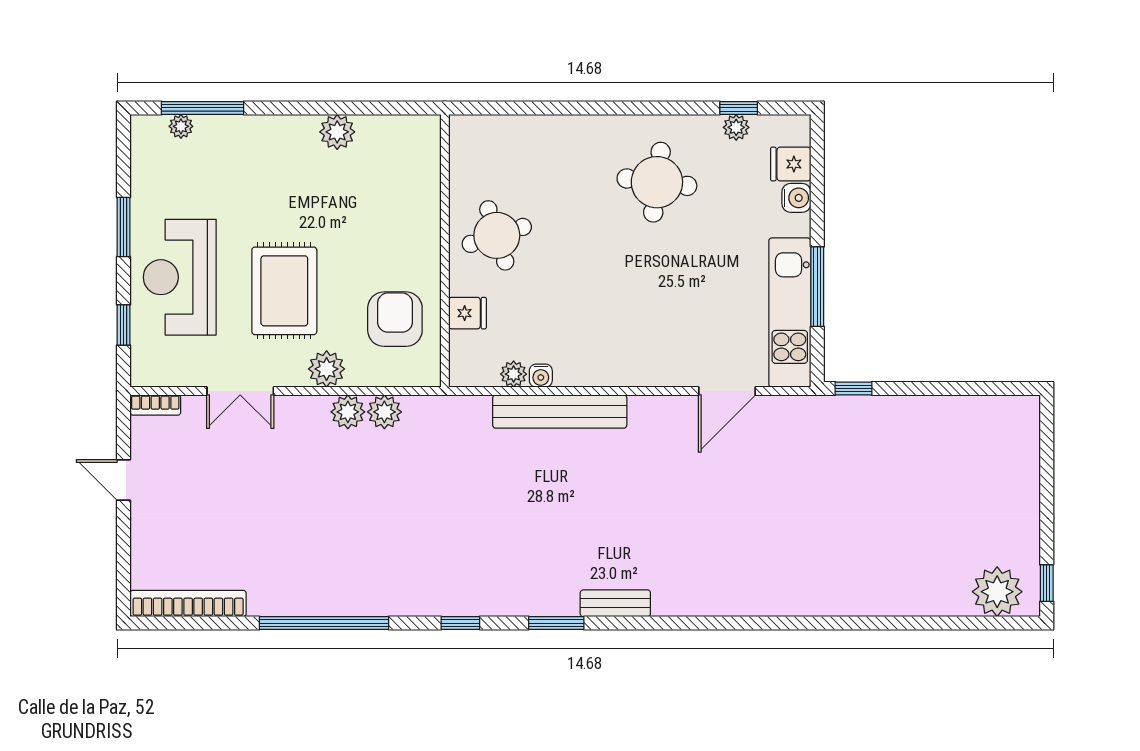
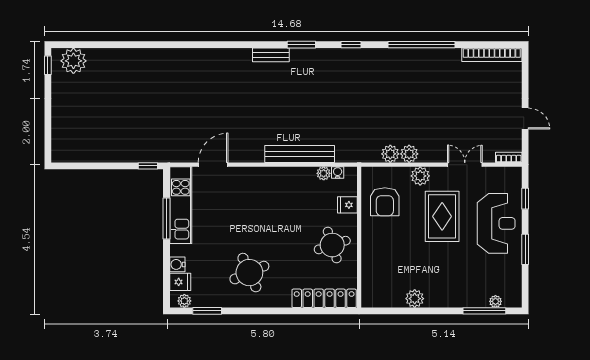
window: (739, 108) -> (207, 311), width x1.50
plant: (736, 127) -> (184, 301), moved
locker: (512, 132) -> (324, 298), added
round table: (657, 182) -> (249, 273), turned -31
water cooler: (541, 376) -> (338, 173), moved

